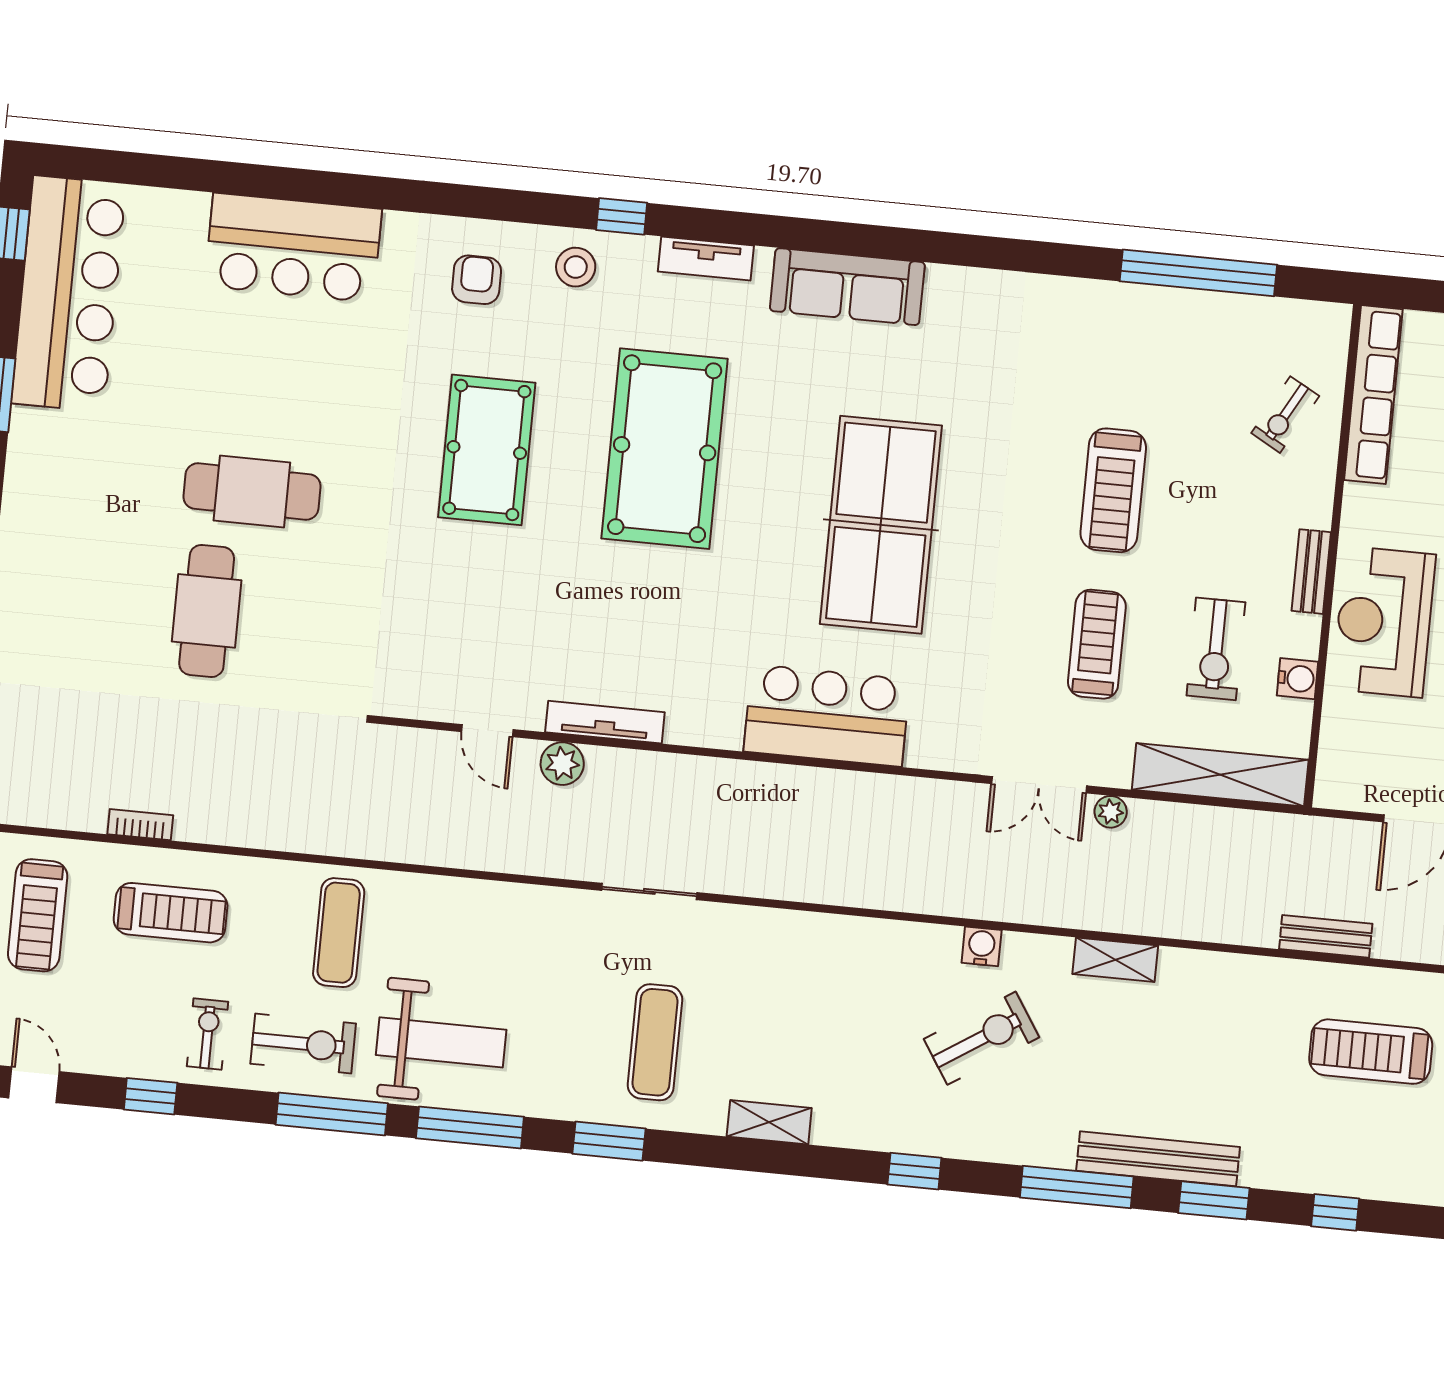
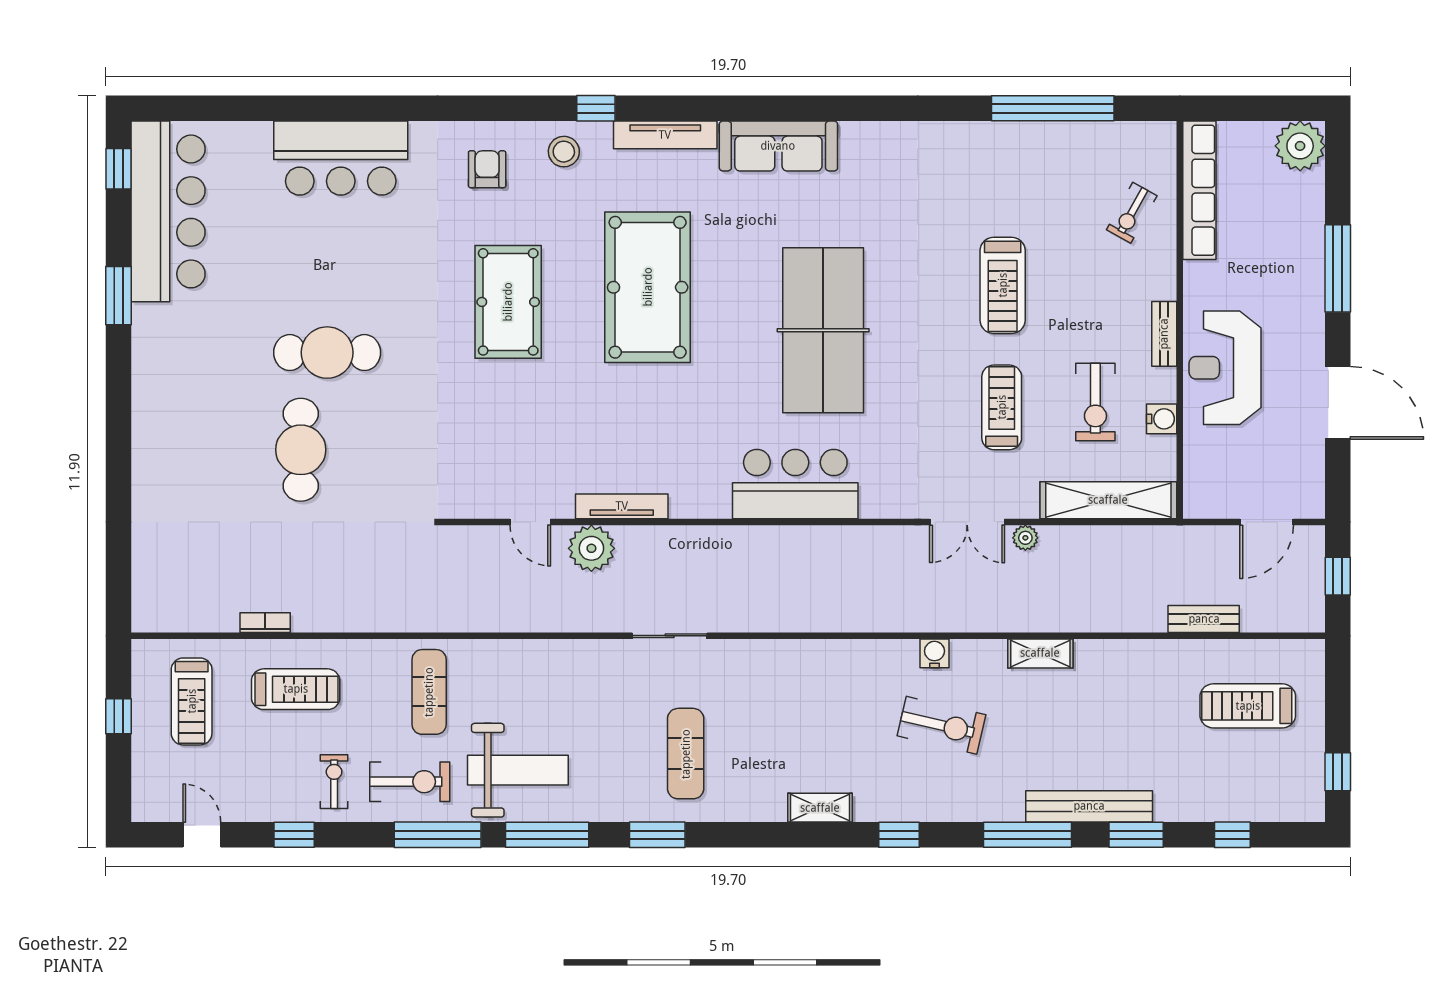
tv unit: (706, 259) -> (665, 135), width x1.41
plant: (562, 764) -> (591, 548), width x1.36, depth x1.36
exercise bike: (982, 1038) -> (941, 725), turned 46
shelving: (769, 1122) -> (820, 808), moved

